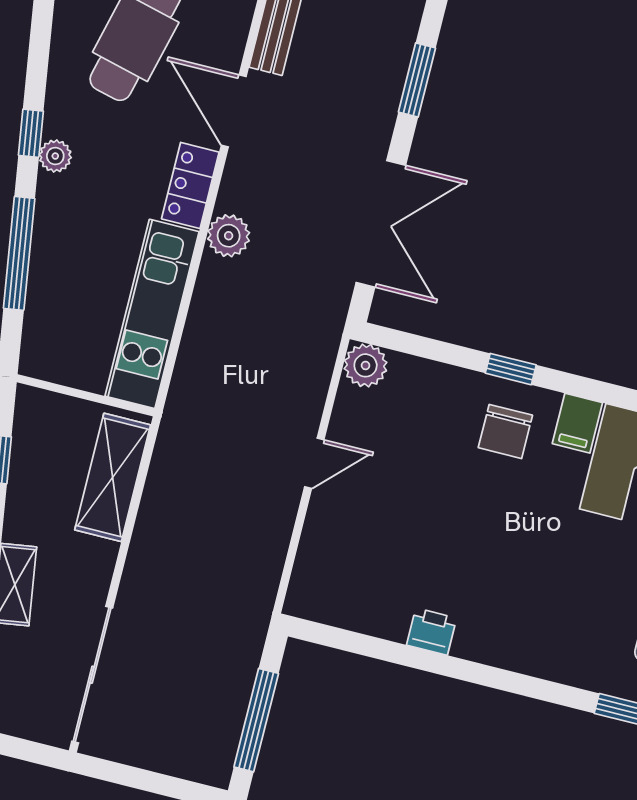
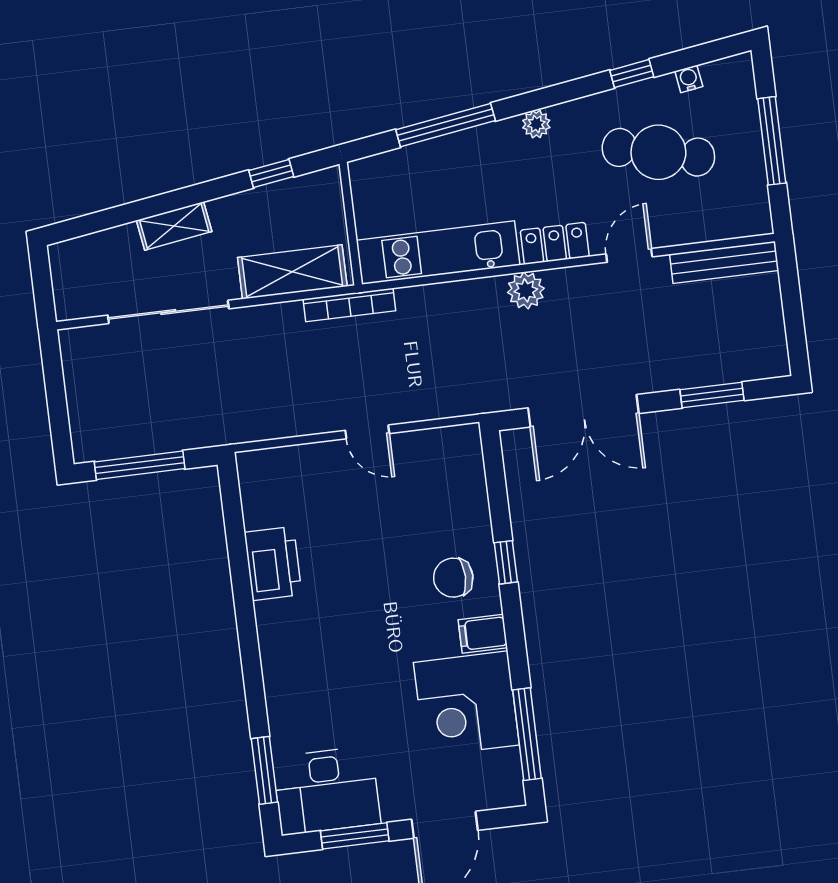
door: (234, 111) -> (629, 255), width x0.73
window: (31, 133) -> (632, 74), moved
plant: (366, 365) -> (463, 443), removed
bookcase: (171, 430) -> (349, 305), added
printer: (432, 632) -> (273, 563), width x1.87, depth x1.48
sliding door: (92, 675) -> (168, 312), moved

